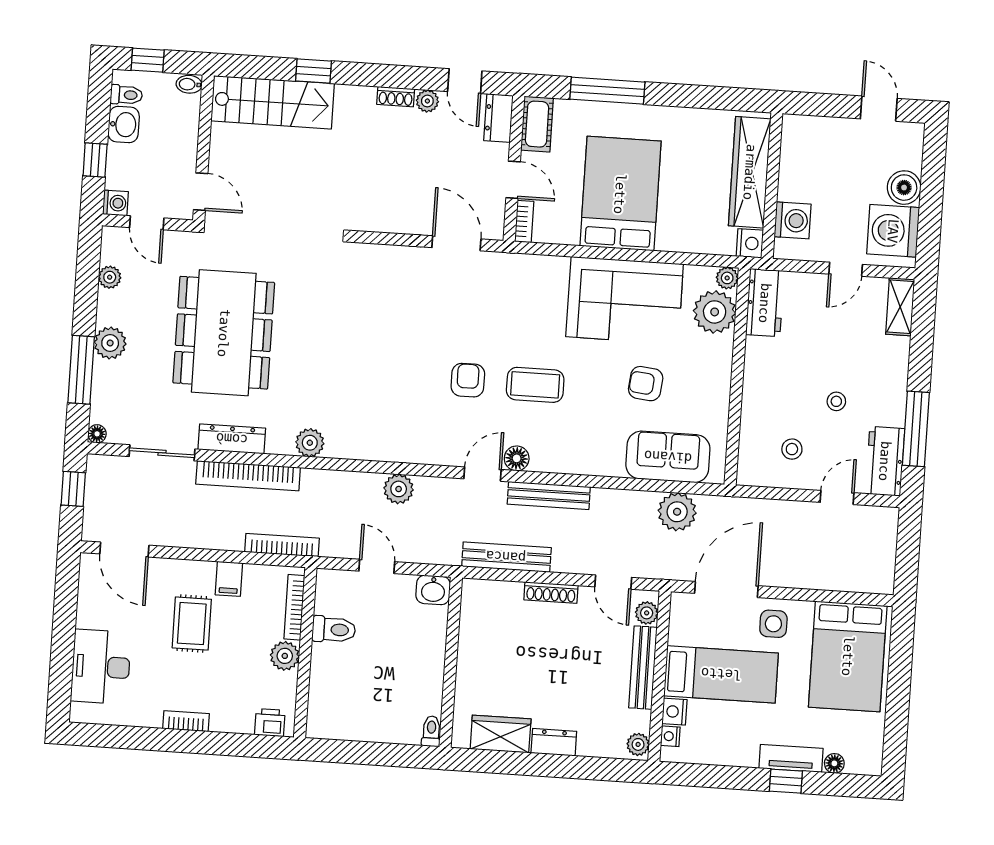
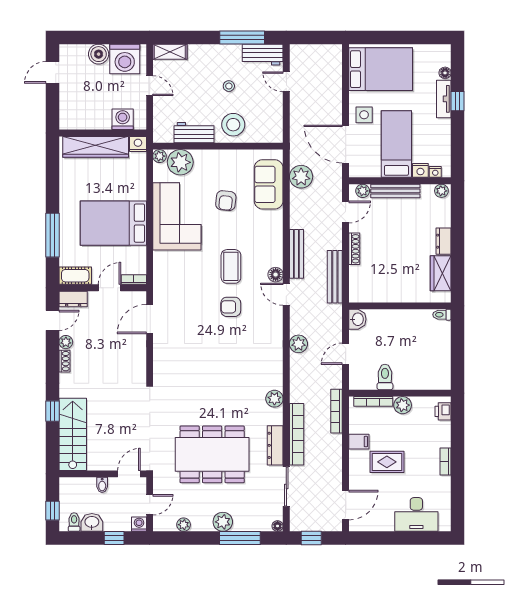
bidet: (189, 84) -> (102, 485), moved
workbench: (765, 303) -> (194, 133), moved
stool: (792, 449) -> (233, 125), moved, width x1.89, depth x1.89

